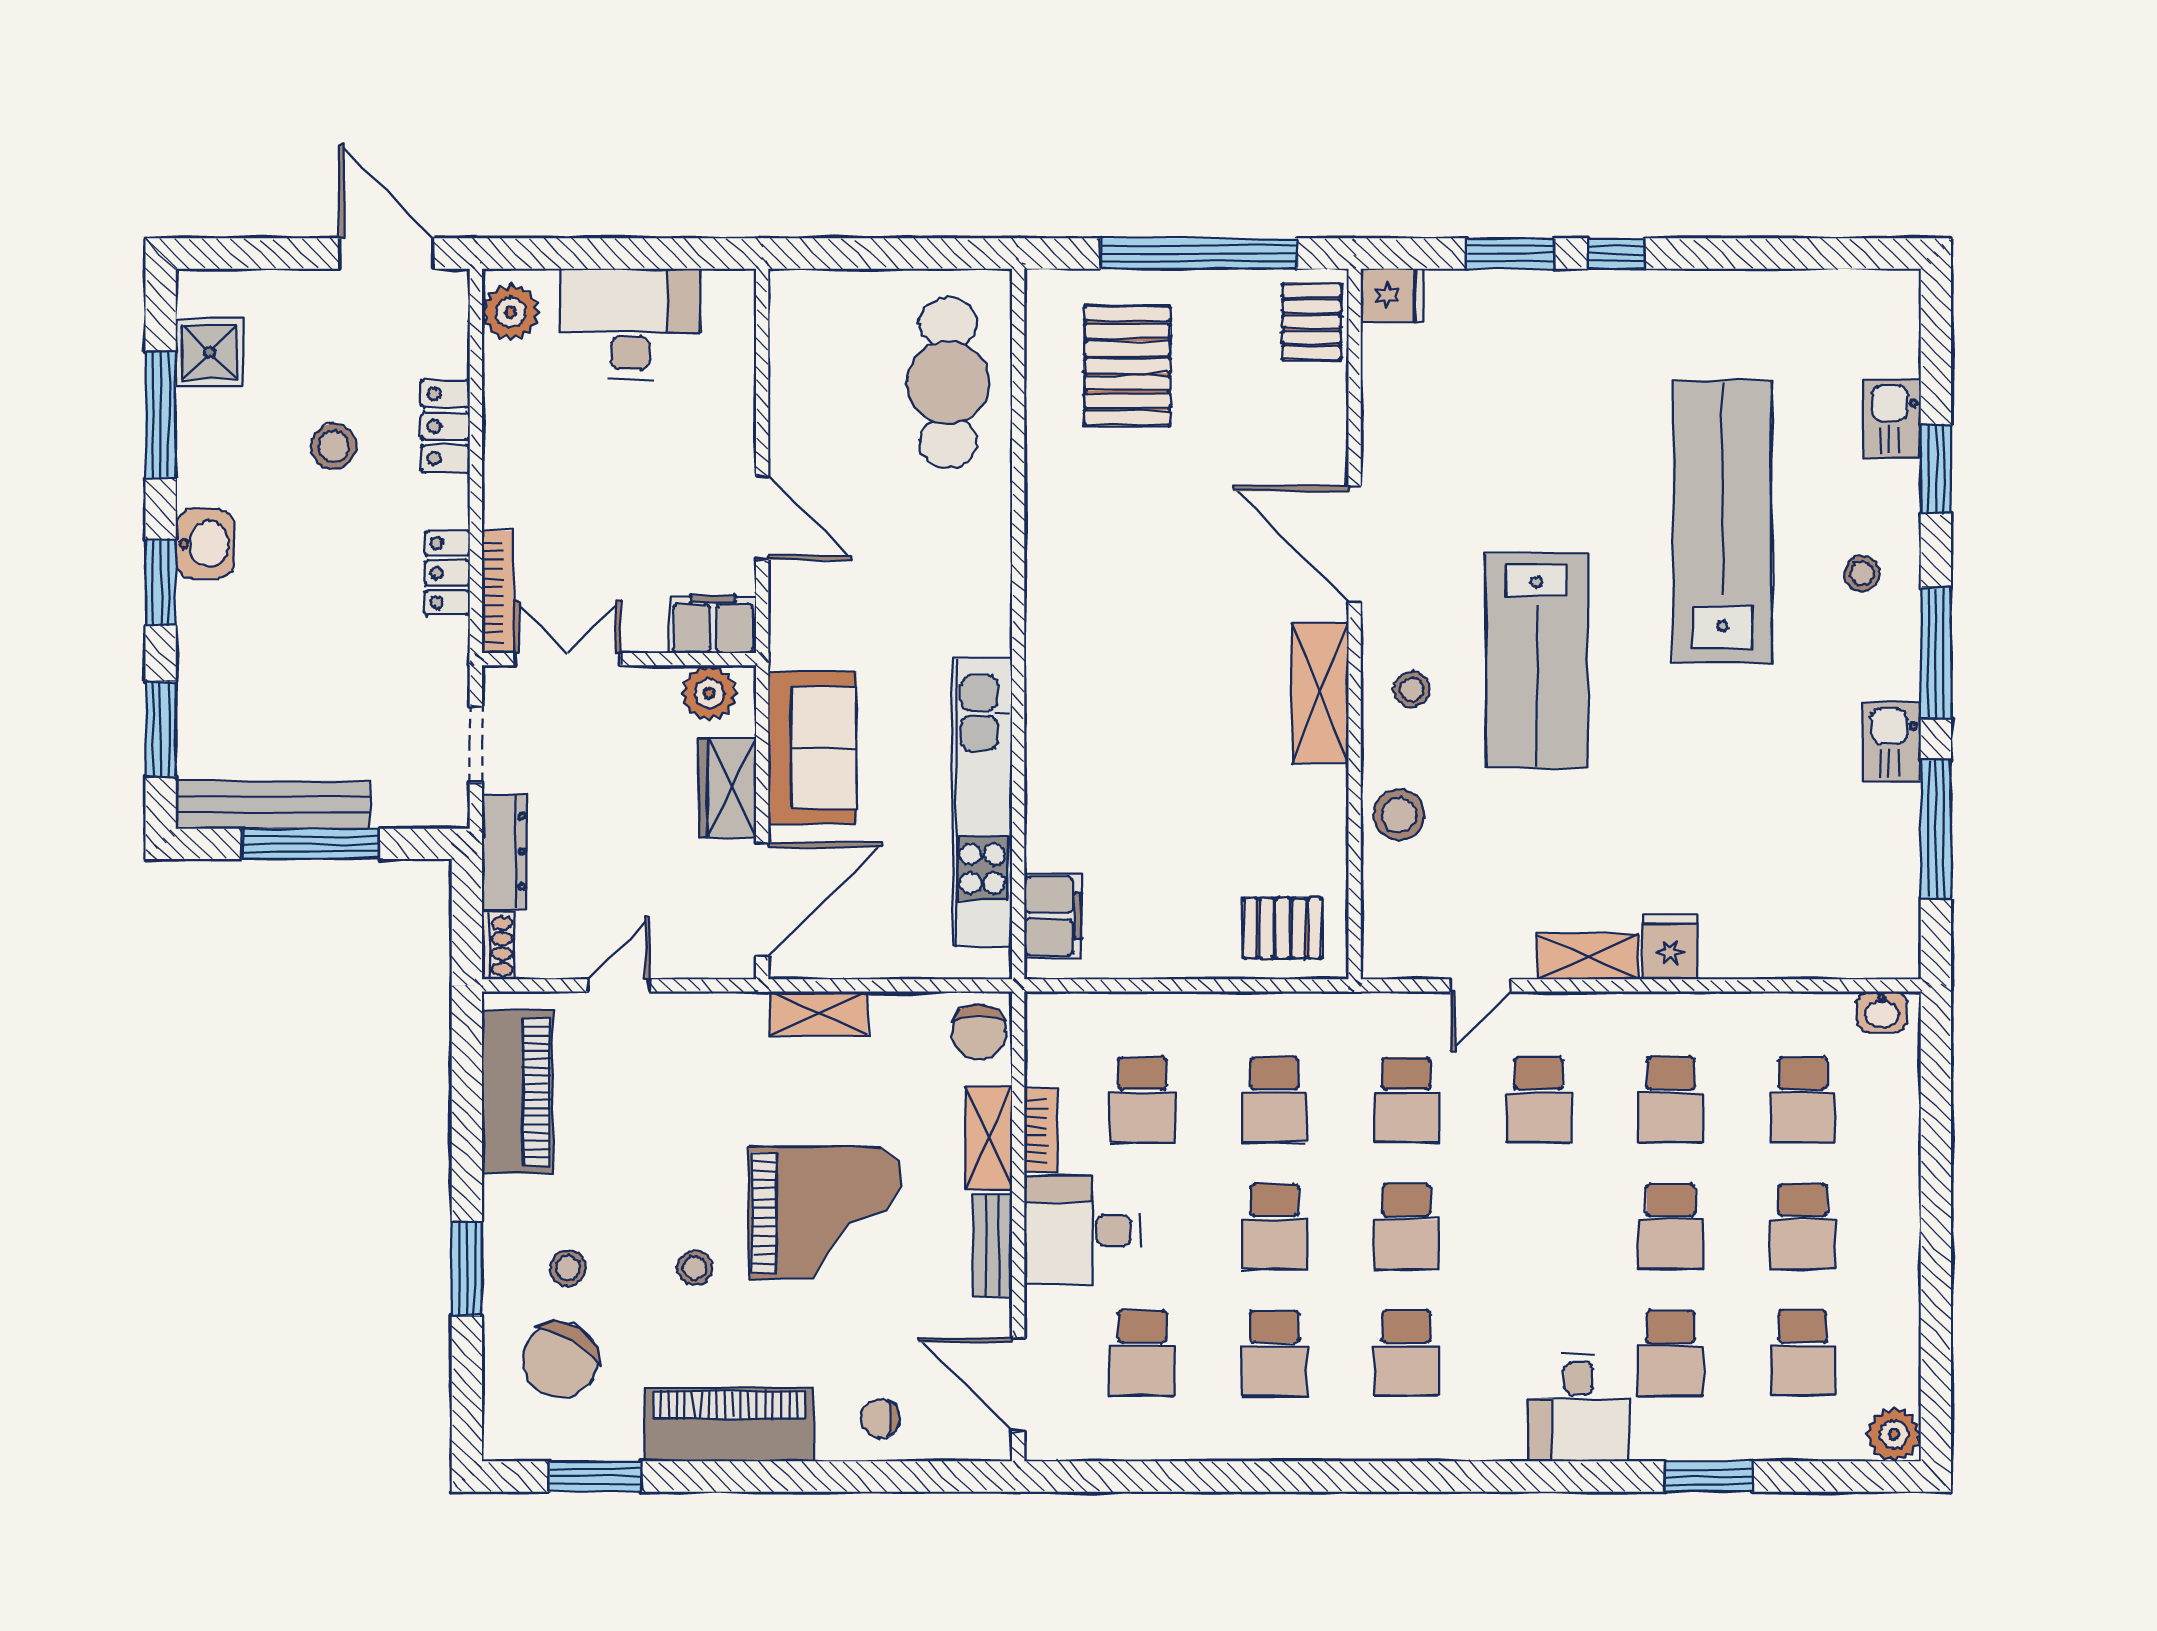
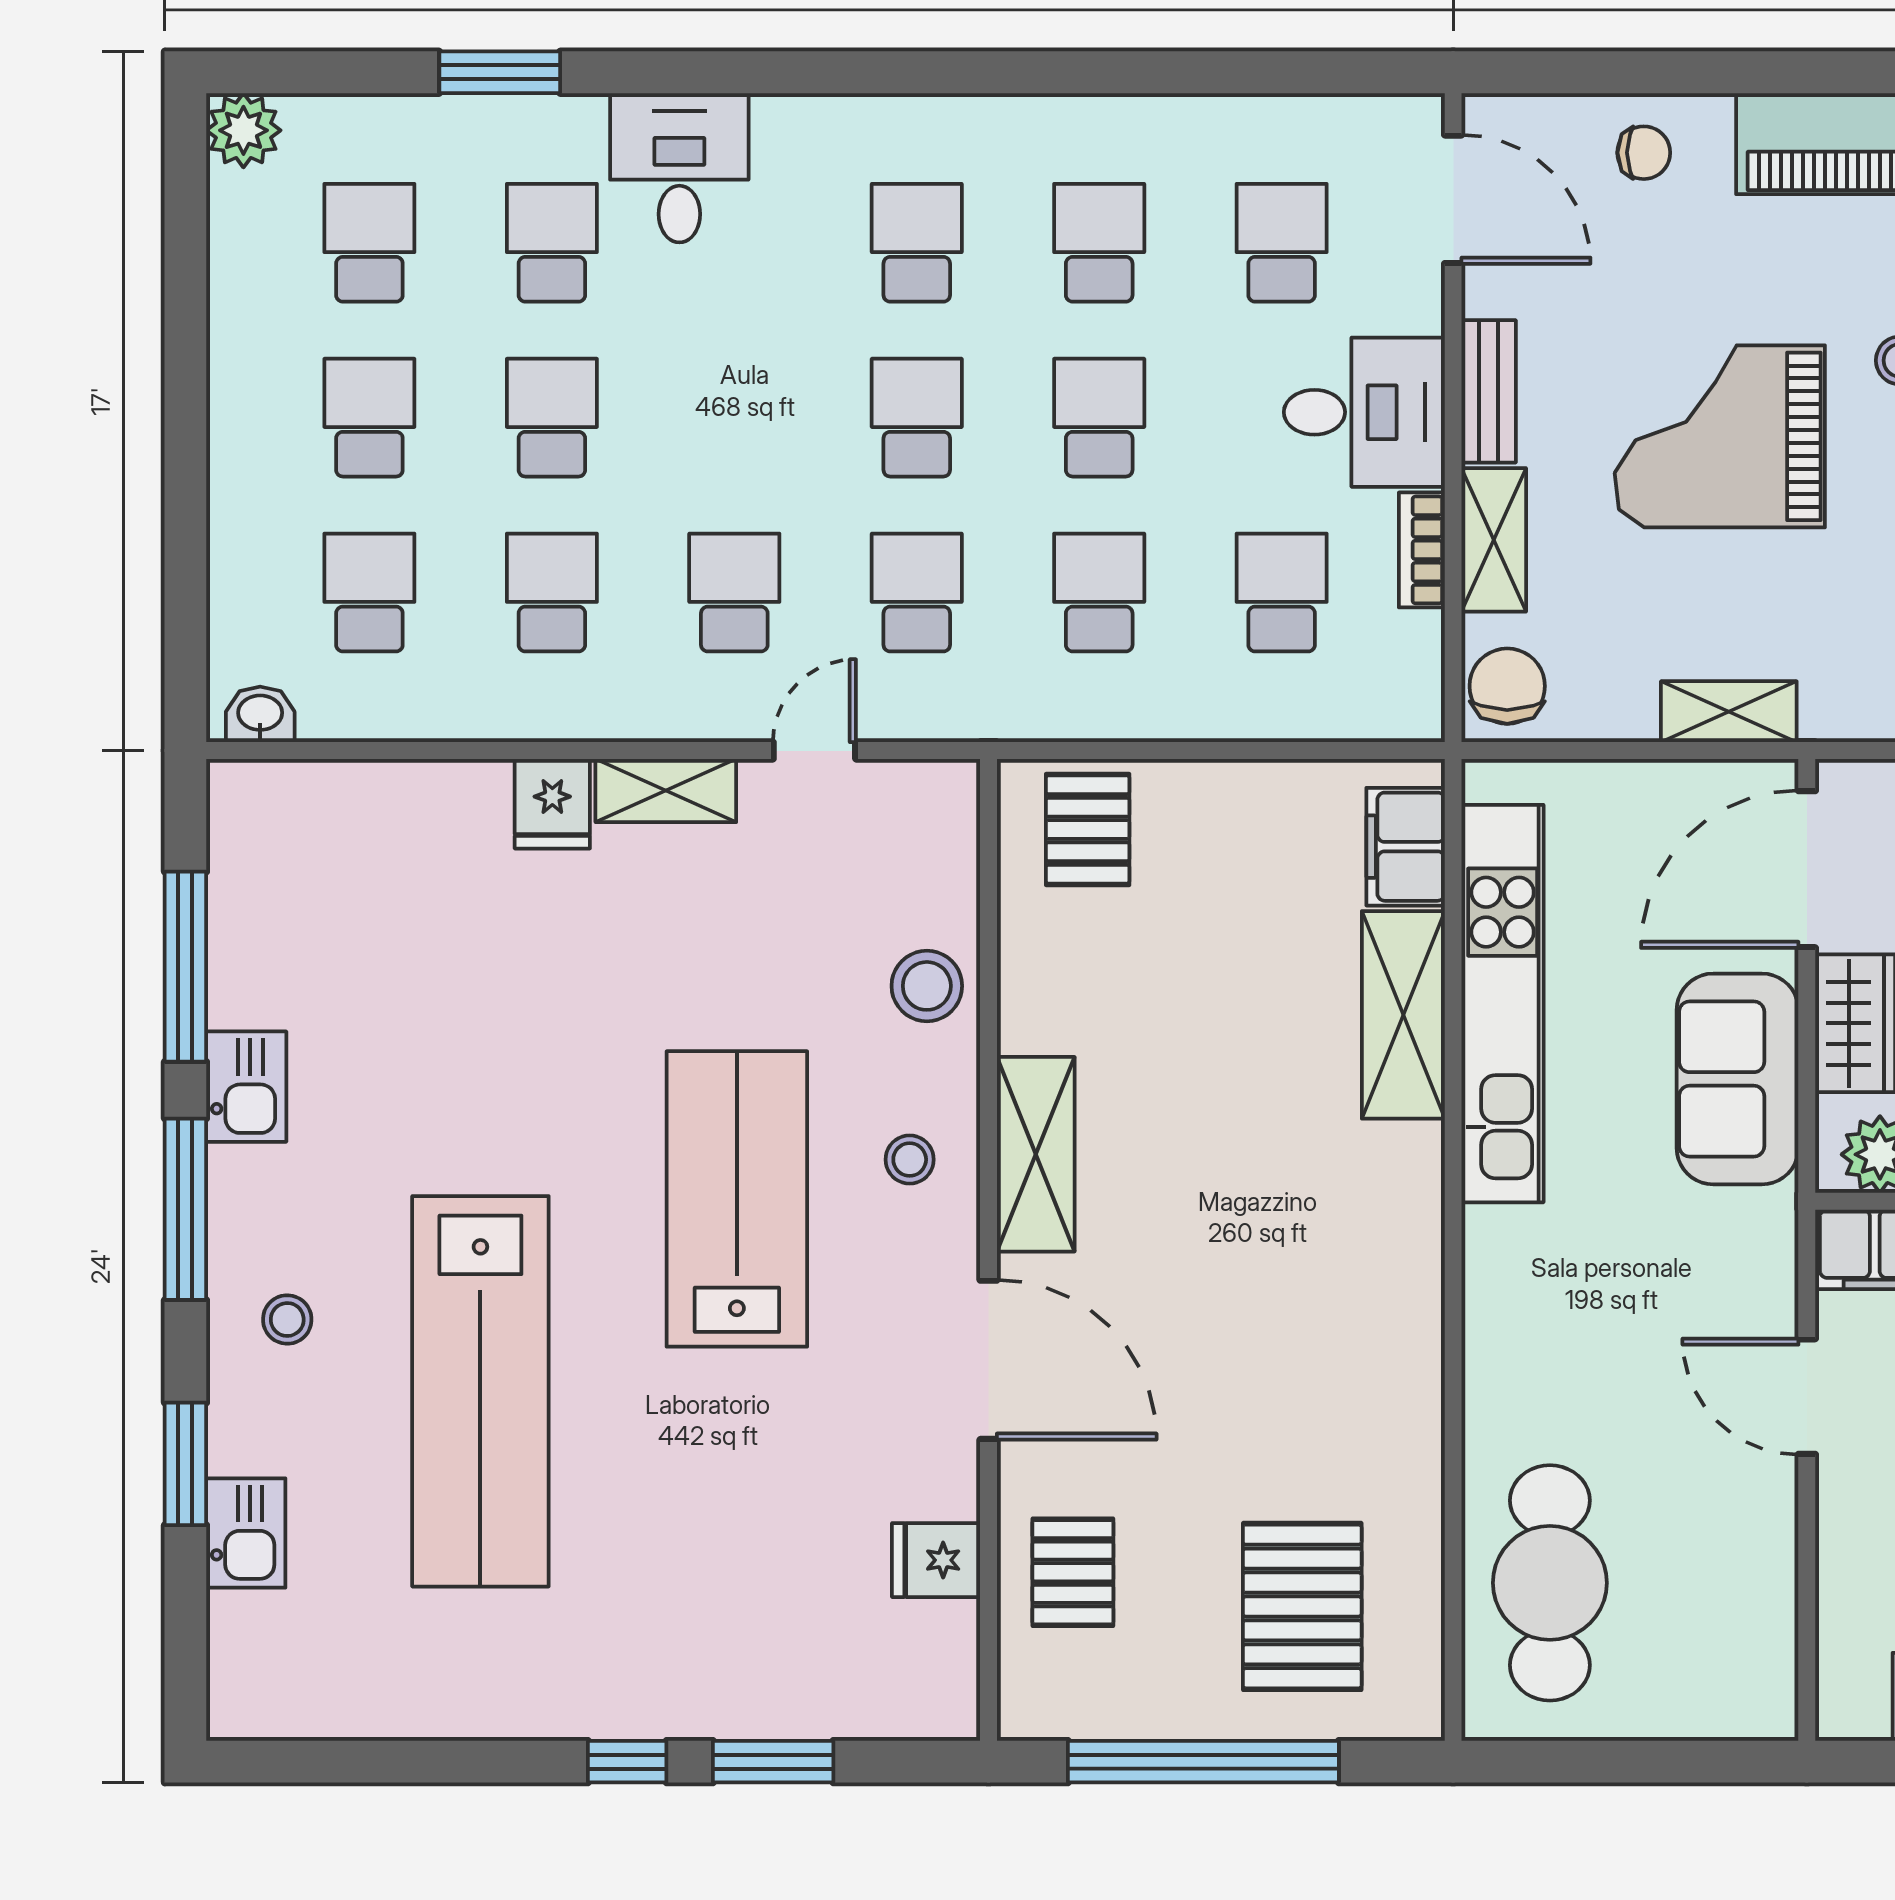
fridge: (1392, 295) -> (936, 1560), moved
pallet: (1312, 322) -> (1073, 1572), moved
shelving: (1054, 794) -> (1403, 1015), added
pallet: (1283, 928) -> (1088, 829), turned 90

